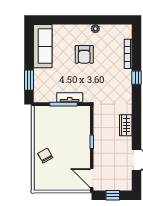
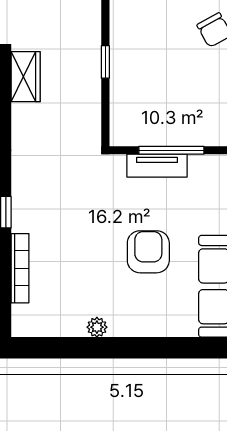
armchair: (84, 54) -> (148, 252), moved
wardrobe: (126, 125) -> (26, 77), moved

